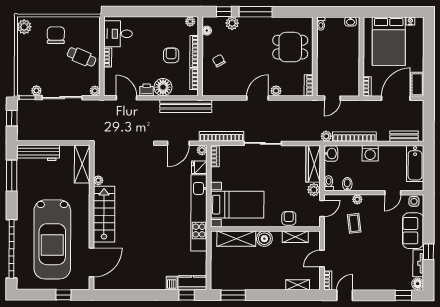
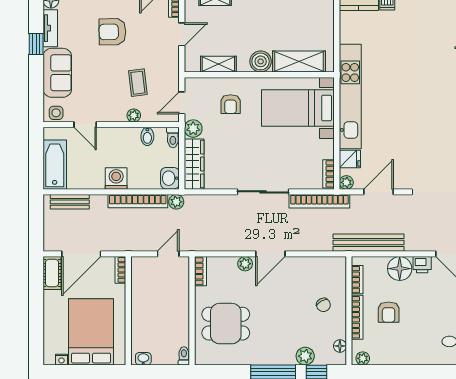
door: (393, 193) -> (85, 125), swing flipped
armchair: (289, 218) -> (231, 104), moved
armchair: (373, 261) -> (112, 32), added

